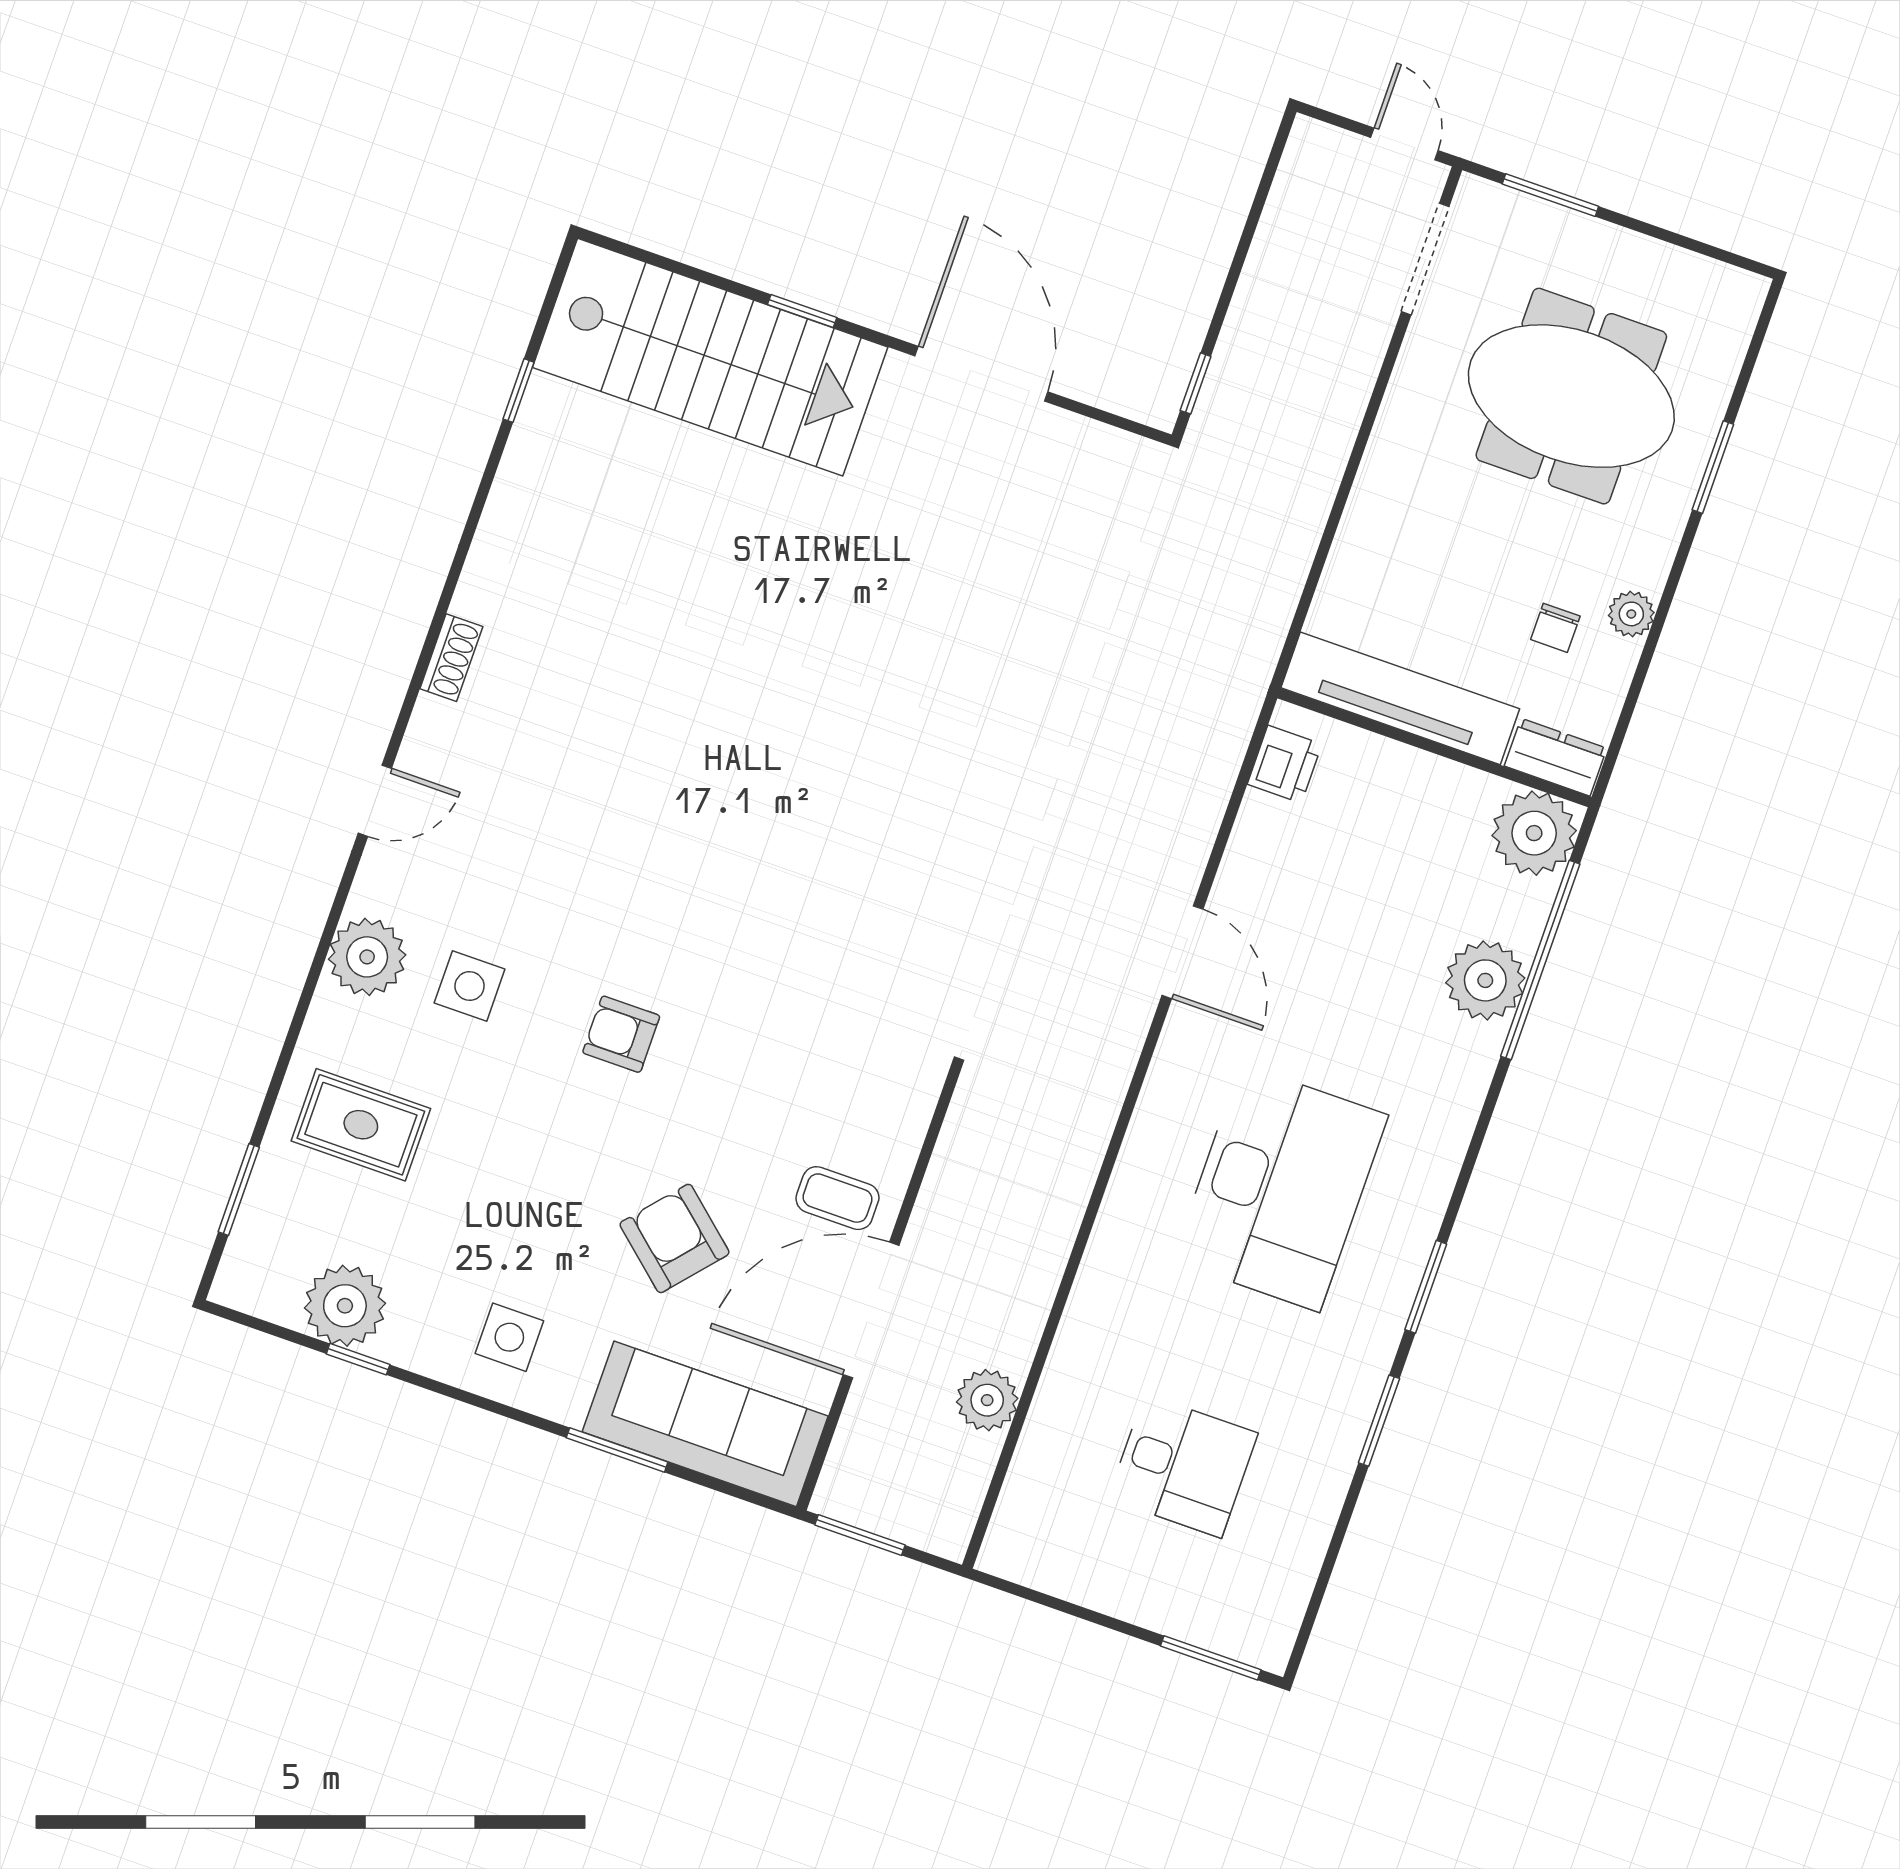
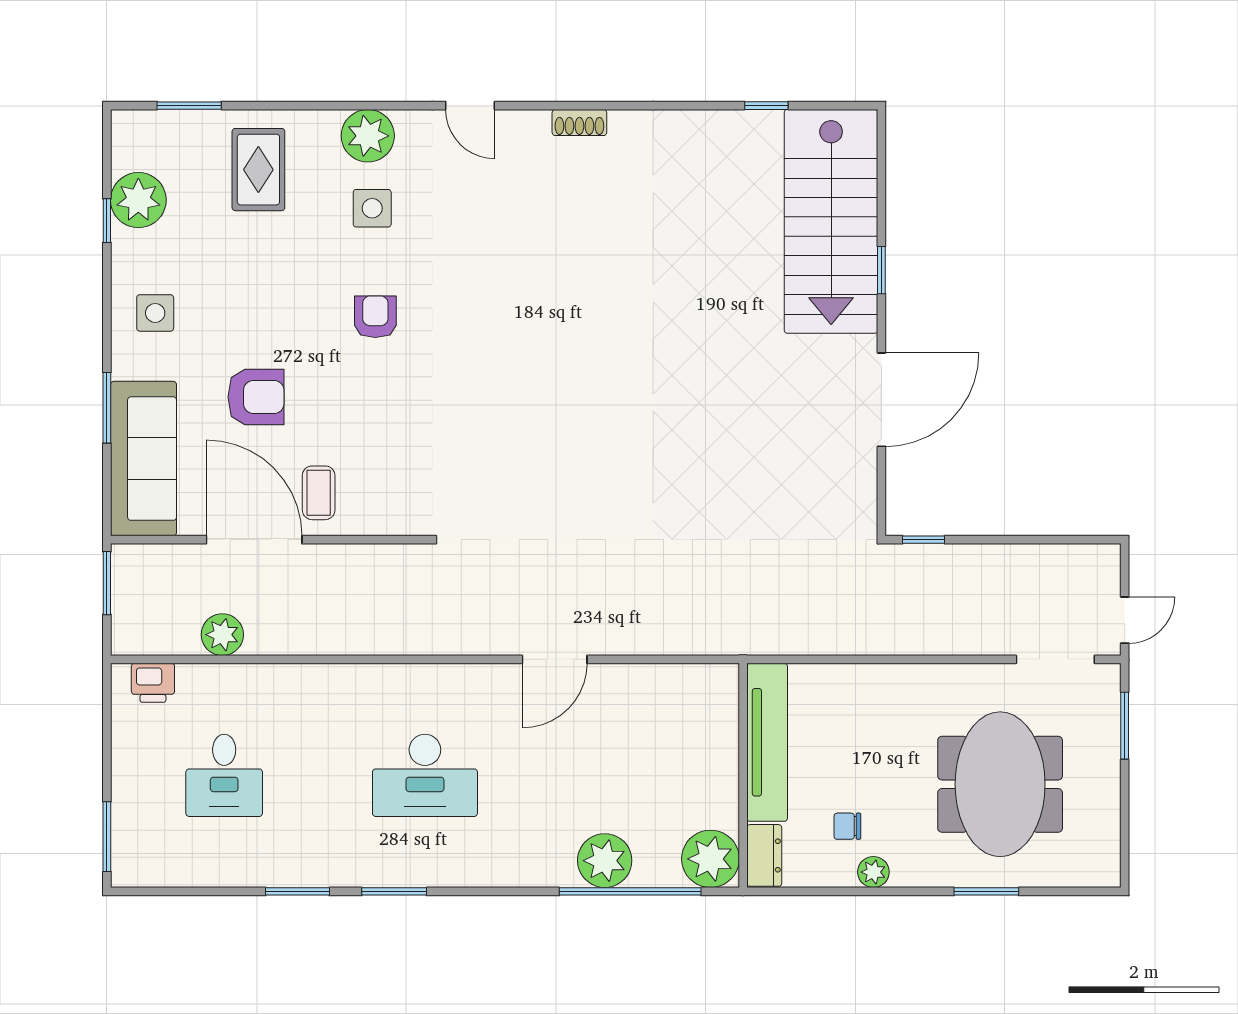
printer: (1285, 764) -> (153, 683), moved
desk: (1280, 1188) -> (425, 775), width x0.73, depth x0.77
armchair: (674, 1238) -> (256, 397), turned 49

